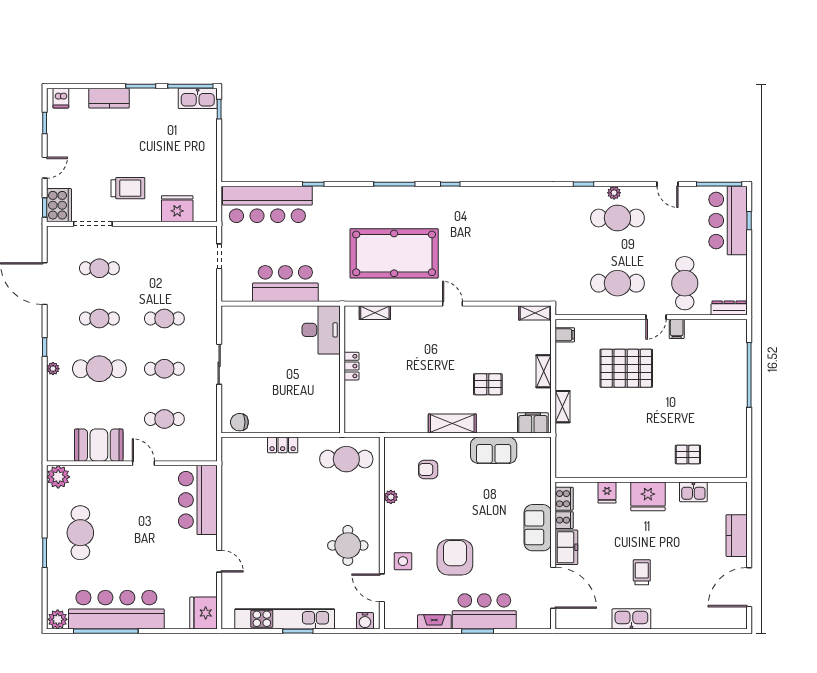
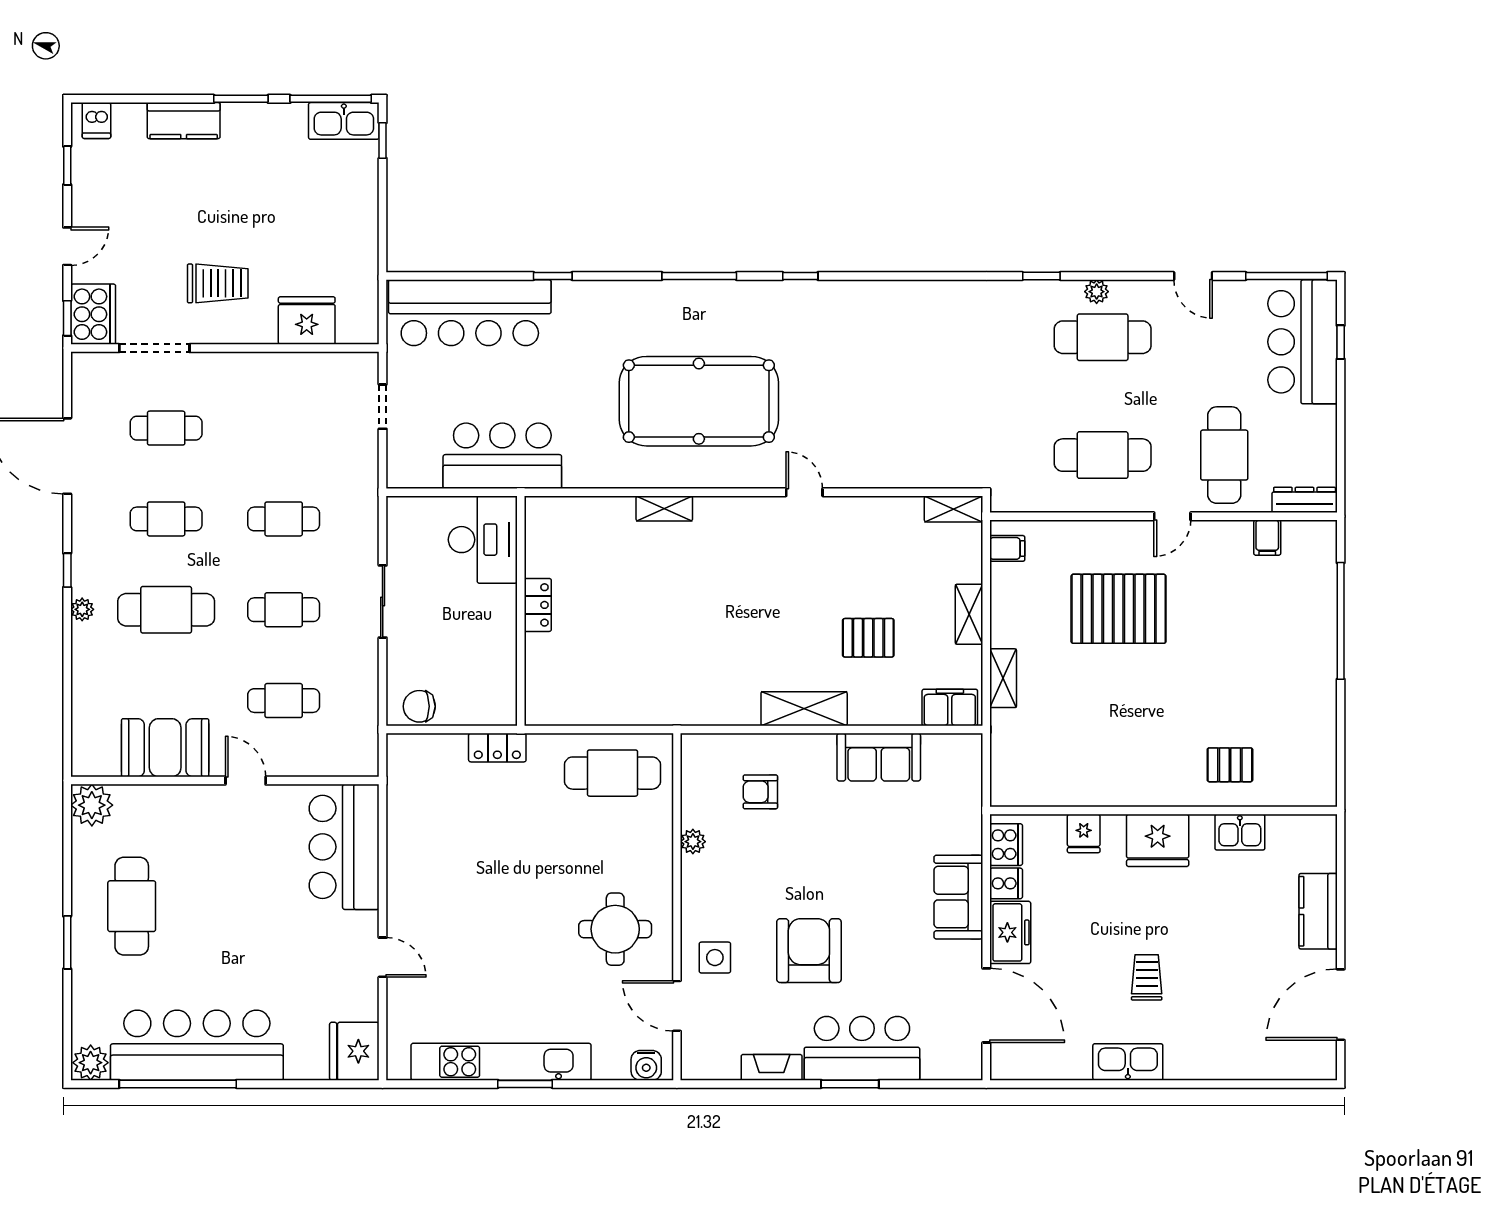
filing cabinet: (677, 329) -> (1267, 538), moved
desk: (321, 330) -> (483, 540), moved
locker: (351, 366) -> (538, 605), moved
wall: (342, 369) -> (521, 611), moved

